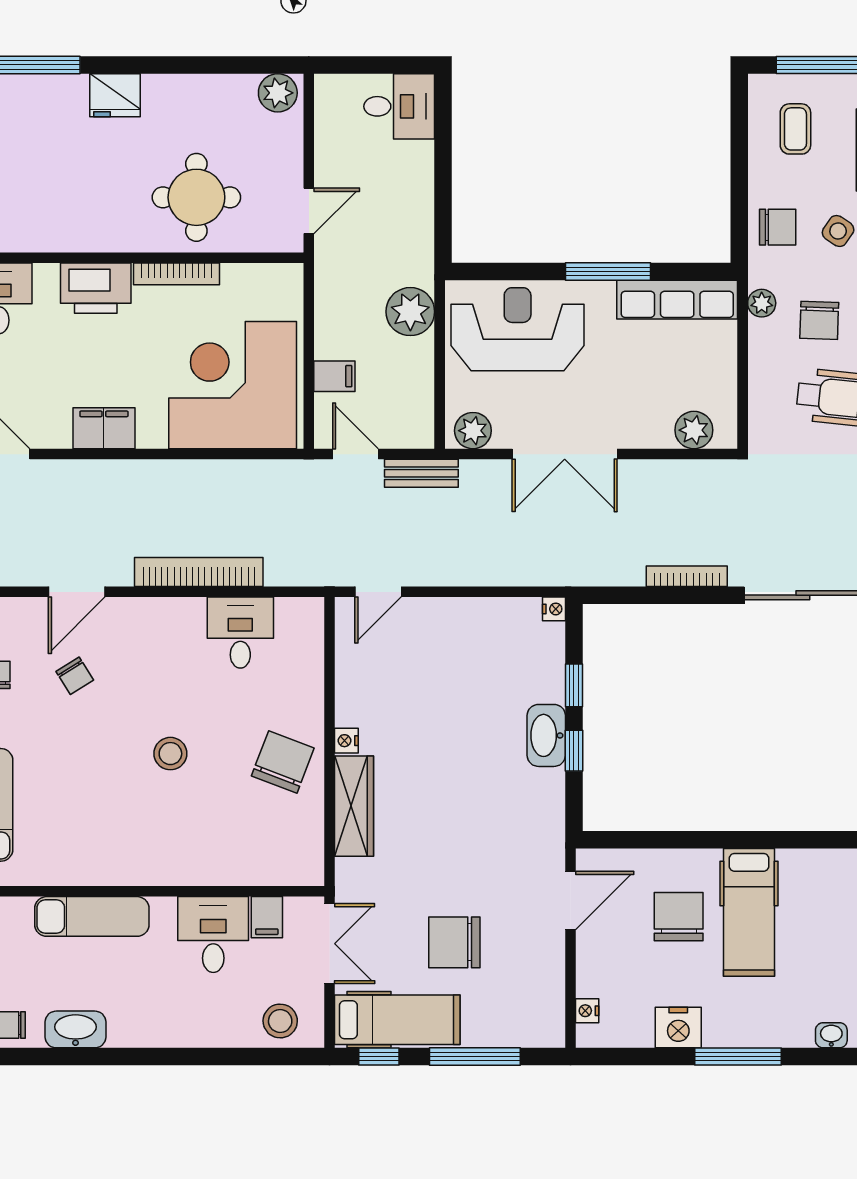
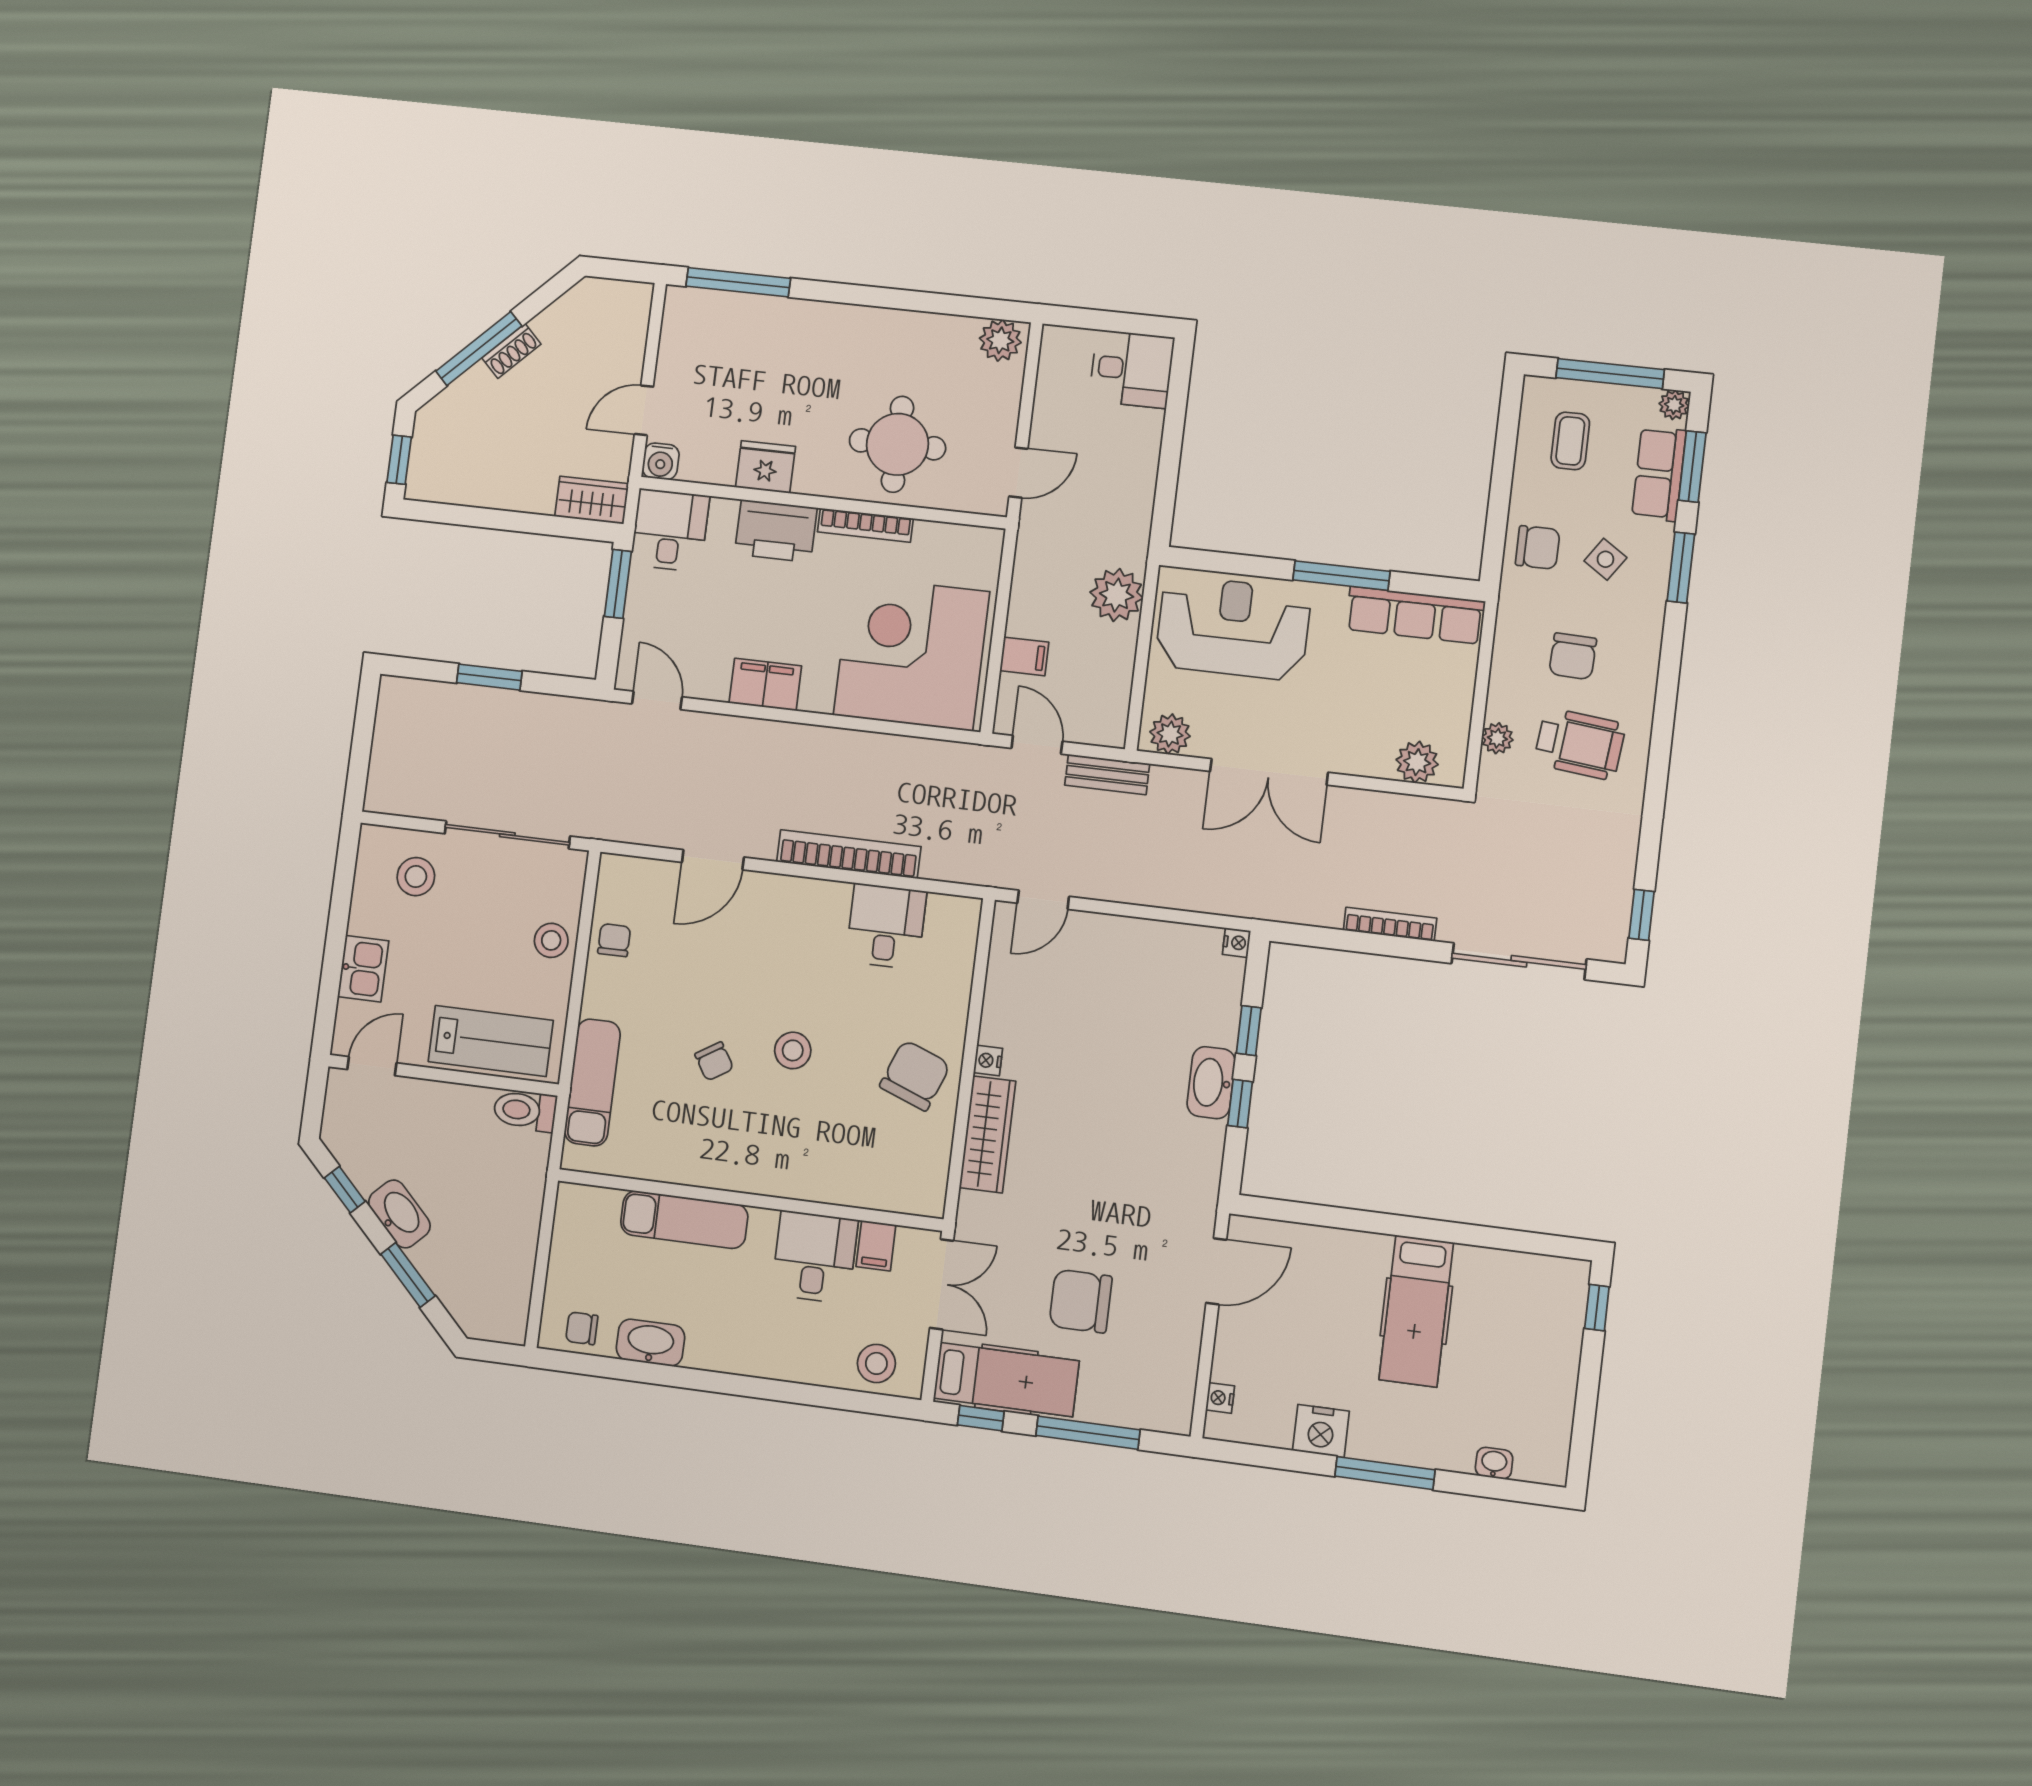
fridge: (115, 95) -> (765, 467), moved, turned 180
plant: (762, 303) -> (1497, 738), moved
chair: (75, 676) -> (714, 1061), moved
chair: (679, 917) -> (1336, 1305), removed

